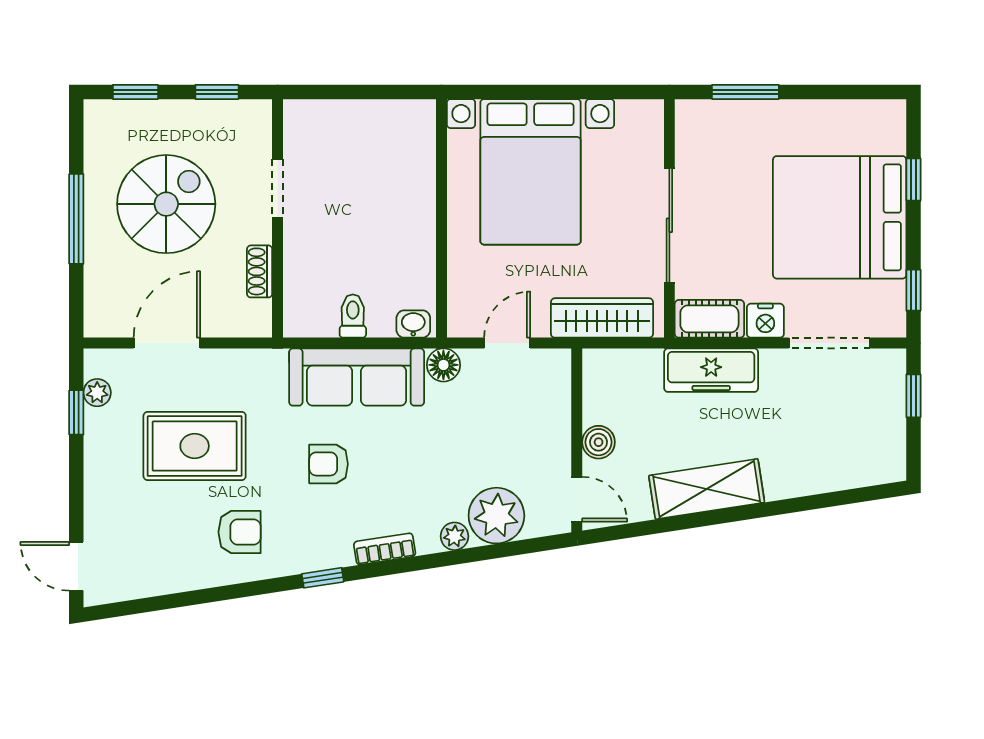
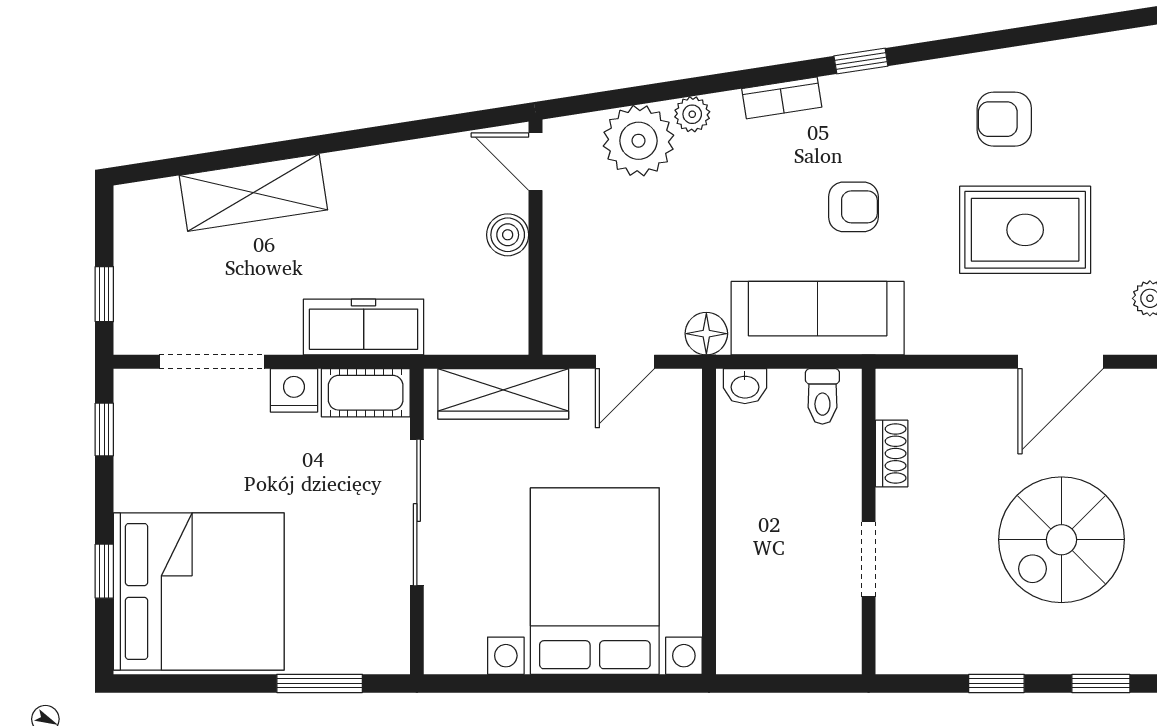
doorway: (278, 189) -> (869, 559), moved
bed: (840, 217) -> (199, 591), moved
wall: (278, 218) -> (869, 521), moved
shoe rack: (260, 271) -> (892, 453), moved
shelving: (707, 489) -> (253, 193), moved
armchair: (240, 532) -> (1004, 119), moved

